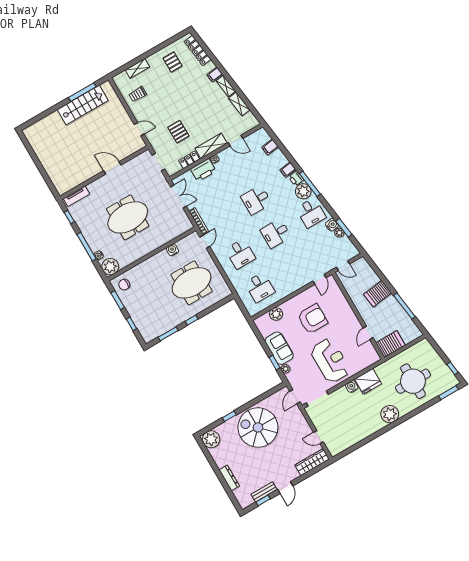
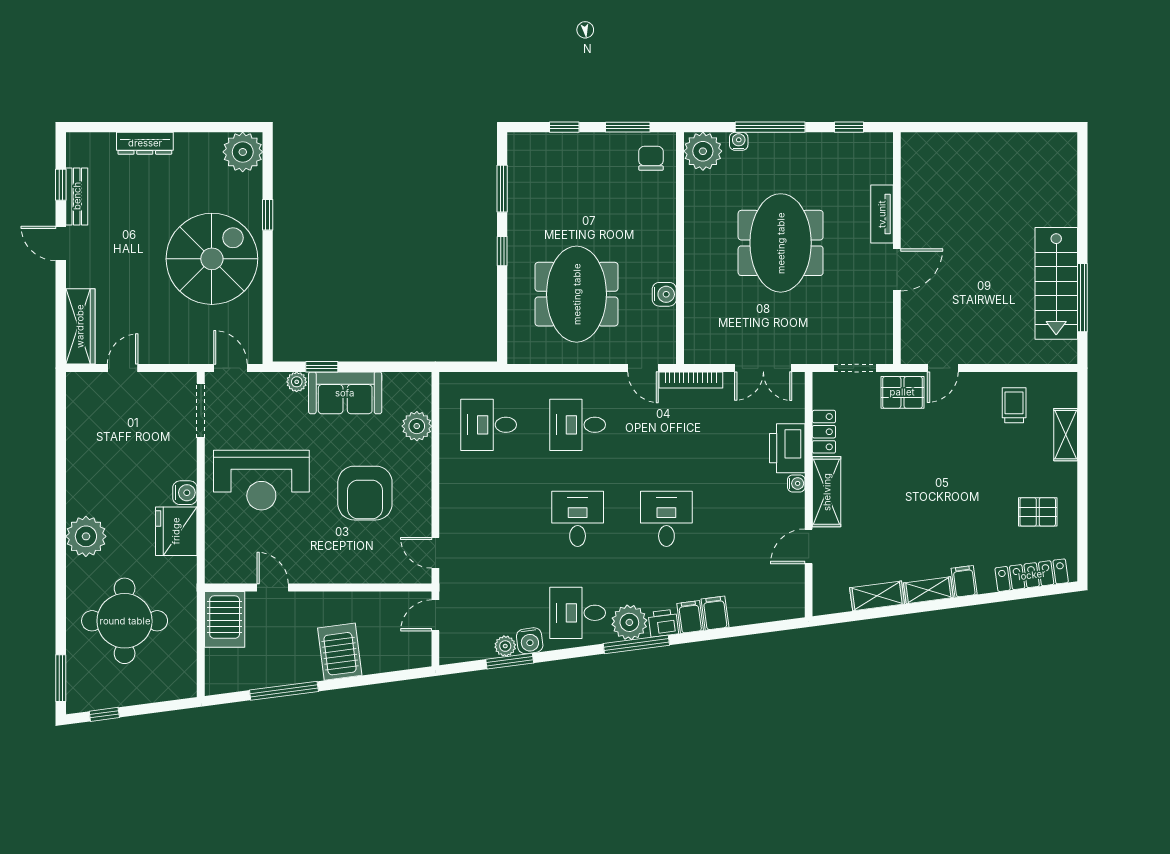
pallet: (178, 132) -> (902, 392), moved
filing cabinet: (270, 147) -> (715, 613), moved
tv unit: (76, 196) -> (882, 214), moved

